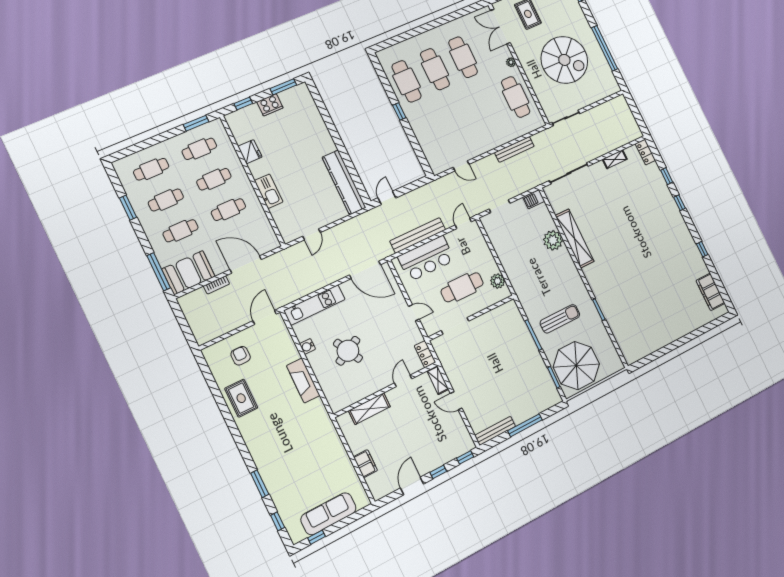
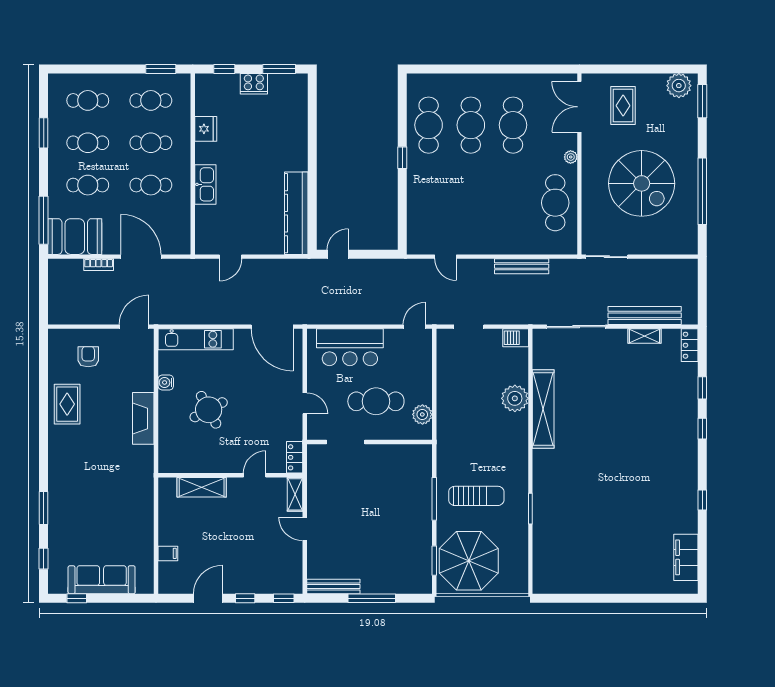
bench: (418, 235) -> (645, 315), moved
filing cabinet: (365, 464) -> (168, 553), width x0.50

